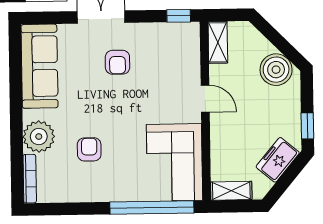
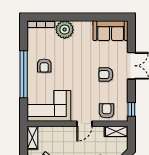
armchair: (182, 60) -> (107, 111), added
sofa: (40, 66) -> (111, 31), width x0.73
armchair: (89, 149) -> (44, 66), moved, turned 90
window: (152, 207) -> (24, 74), moved

